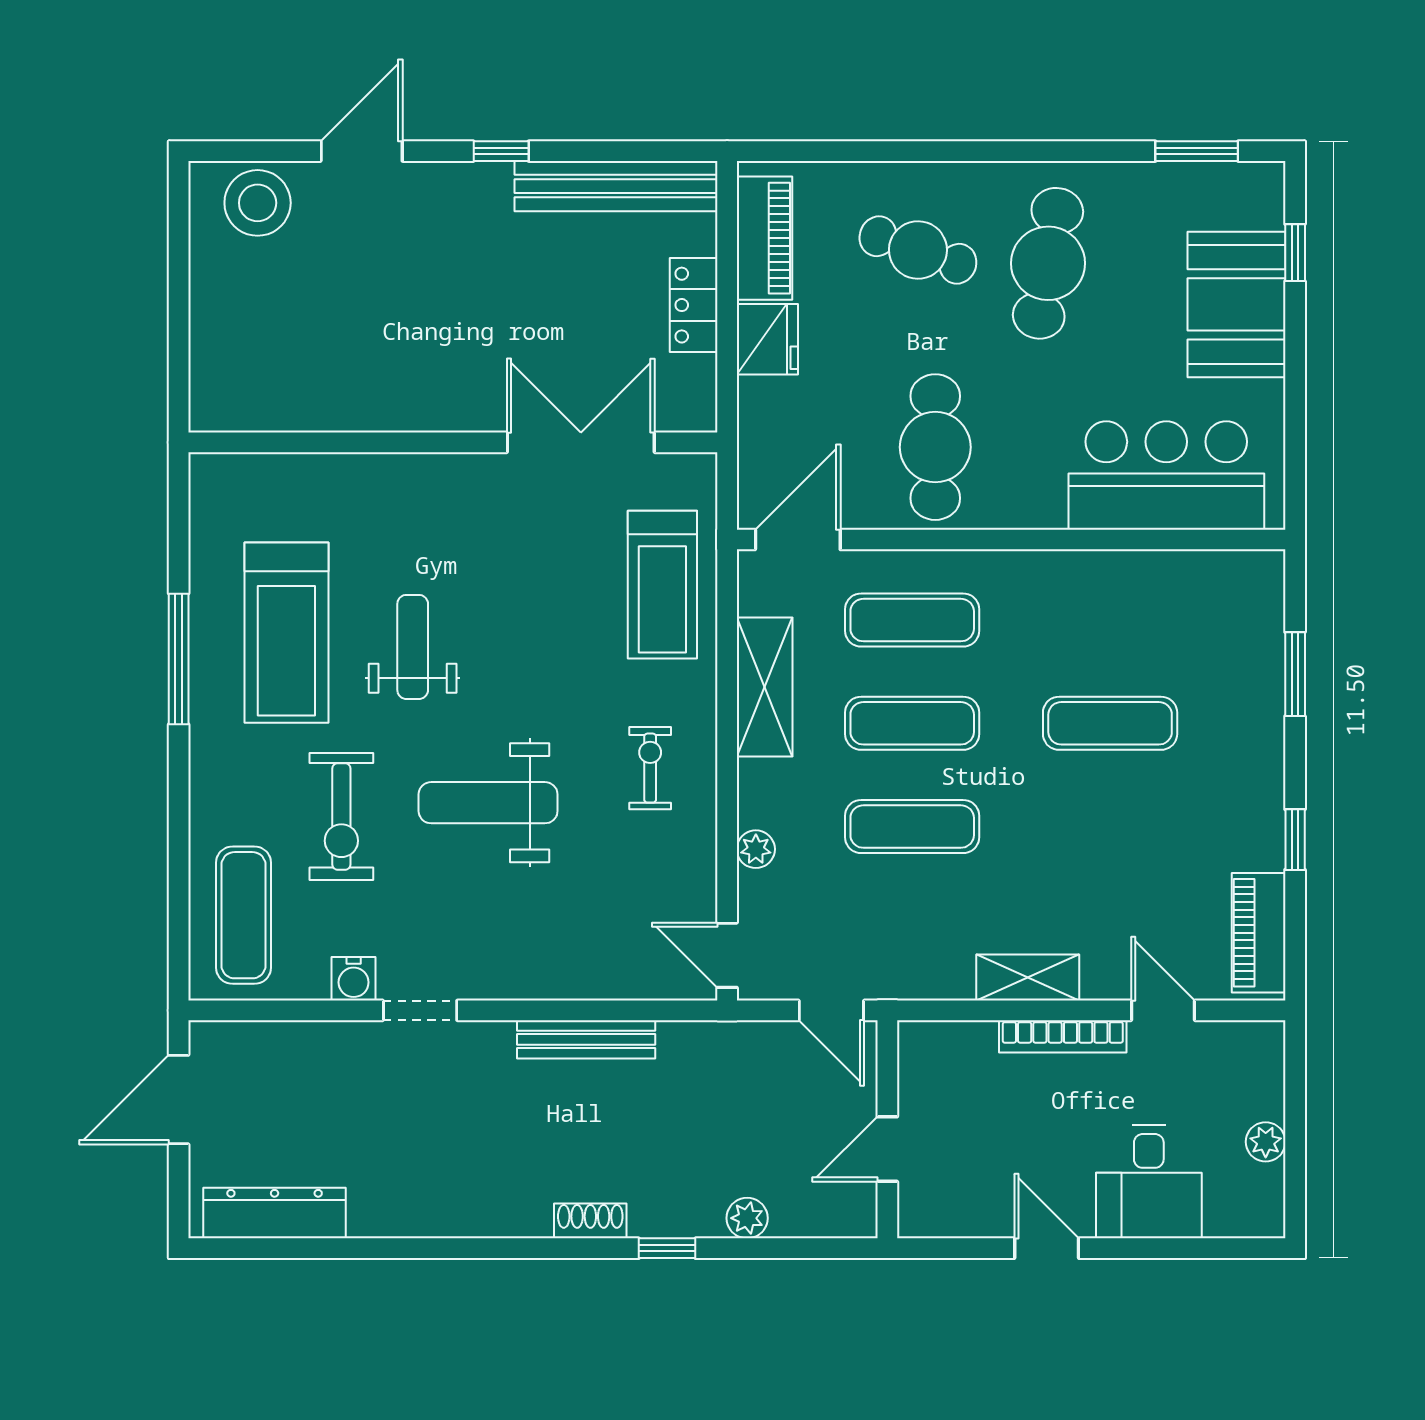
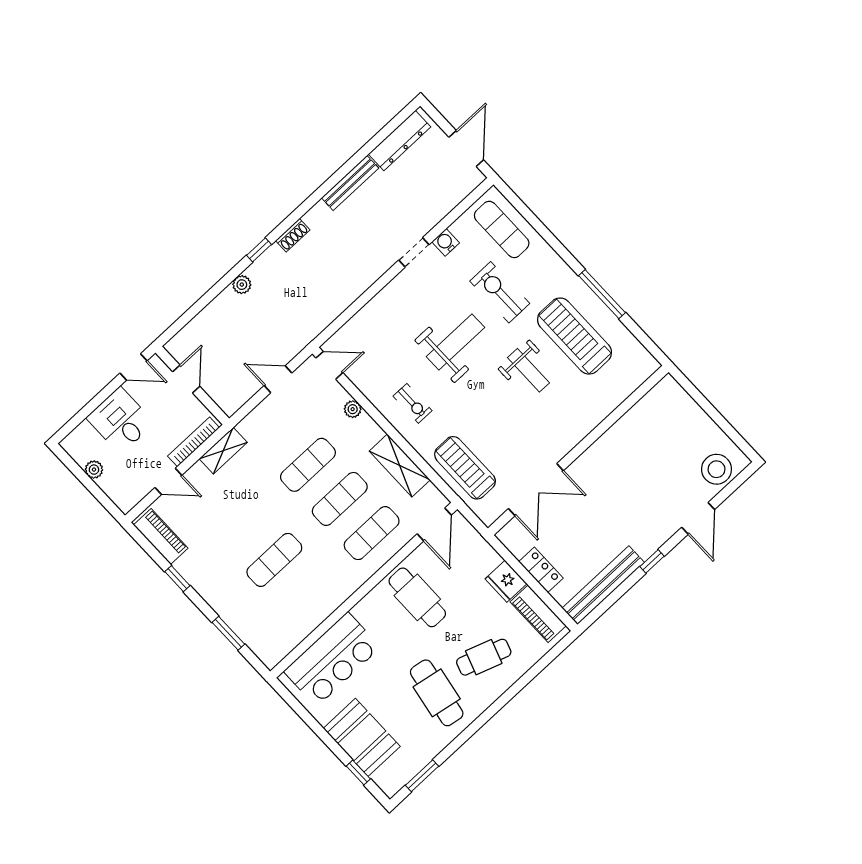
bench: (586, 1039) -> (350, 183), moved
wall: (887, 1129) -> (192, 386), moved
door: (887, 1149) -> (186, 379), moved

